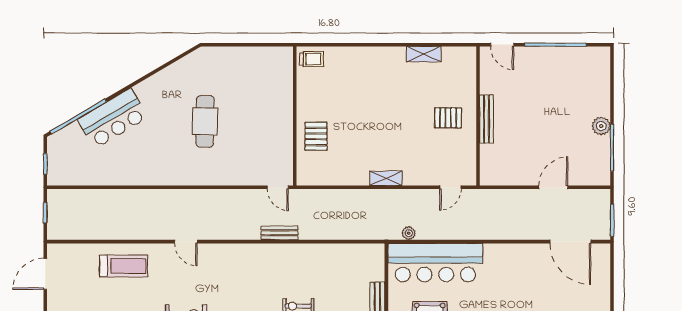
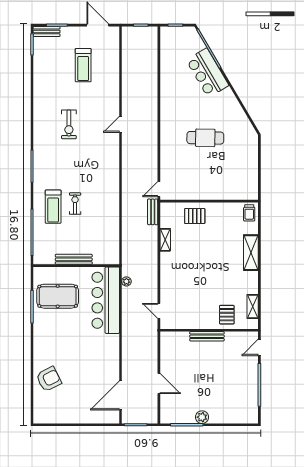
shelving: (424, 54) -> (253, 307), moved
shelving: (368, 57) -> (251, 253), added
pallet: (448, 118) -> (227, 315), moved
shelving: (386, 178) -> (165, 240), moved
bench: (280, 233) -> (153, 212), moved
treadmill: (124, 266) -> (83, 65), moved

